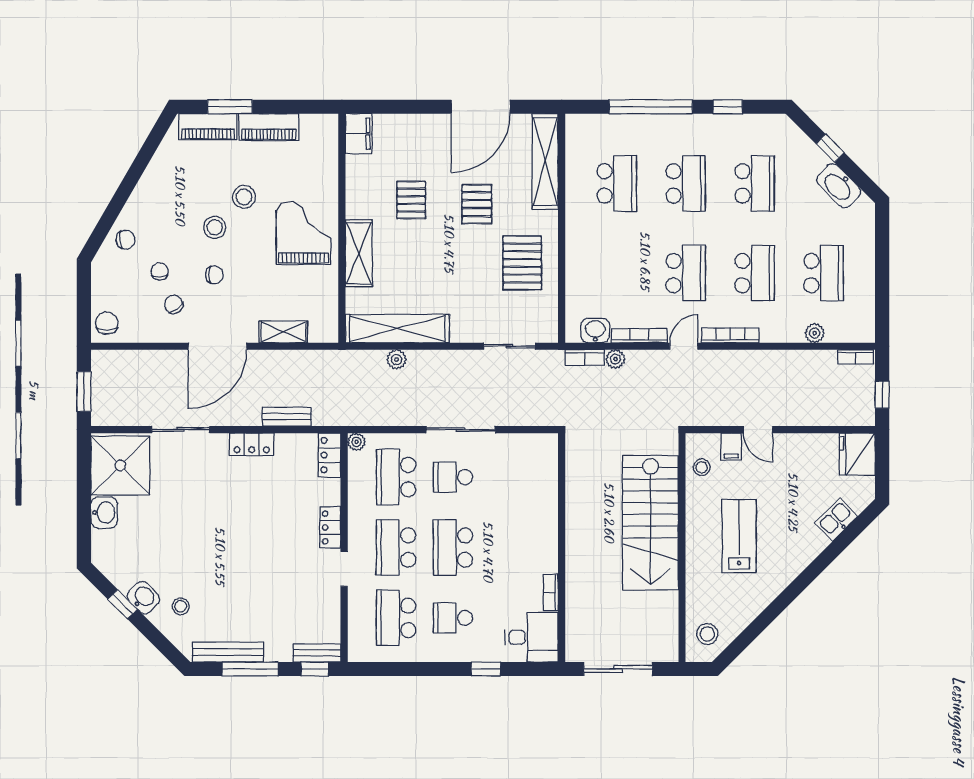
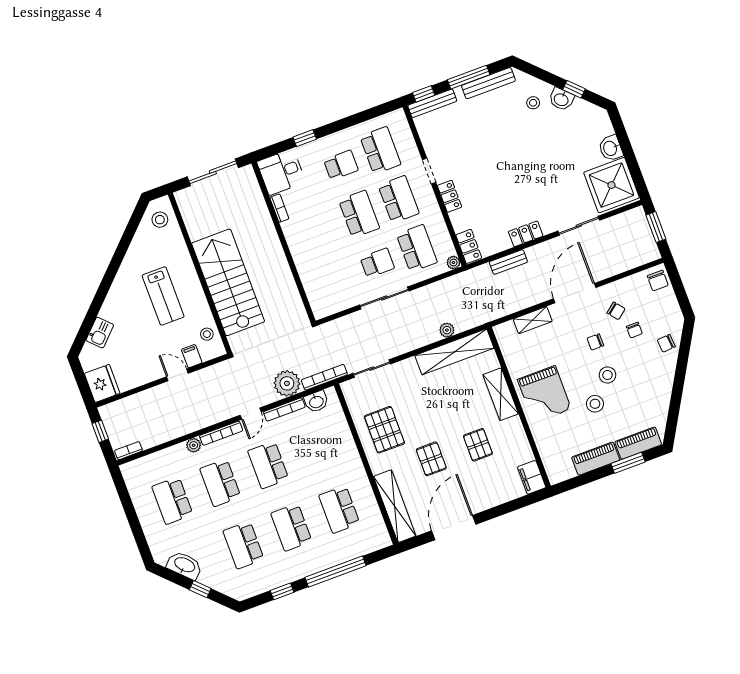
plant: (815, 333) -> (194, 445), moved
bookcase: (585, 358) -> (324, 377), width x1.56
plant: (615, 359) -> (287, 383), width x1.88, depth x1.88
bench: (317, 653) -> (432, 103), width x1.36

